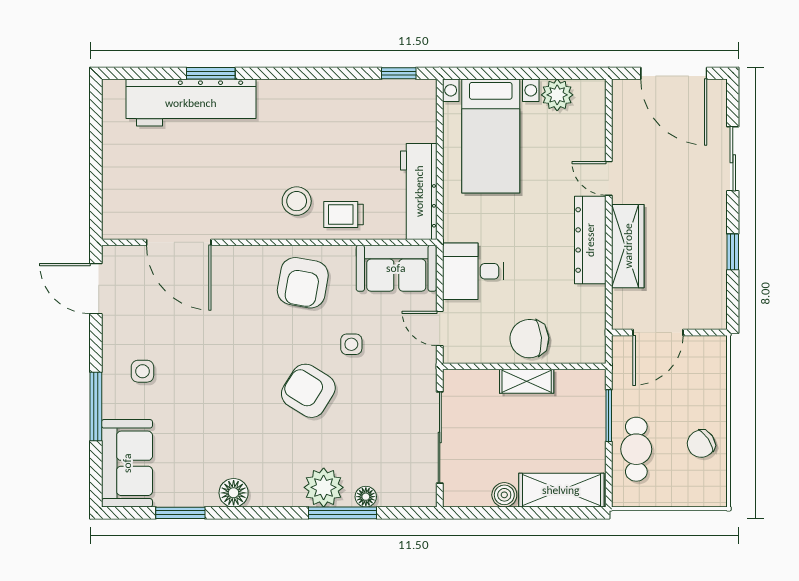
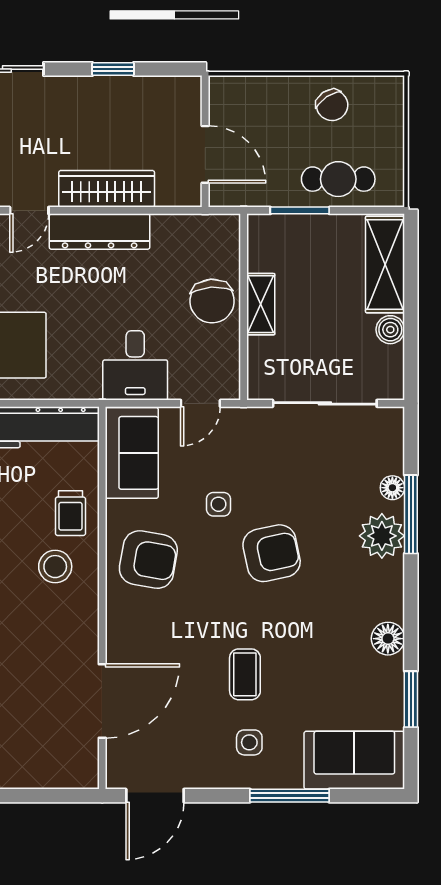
coffee table: (202, 367) -> (245, 674), added
armchair: (308, 391) -> (272, 553), turned -134

